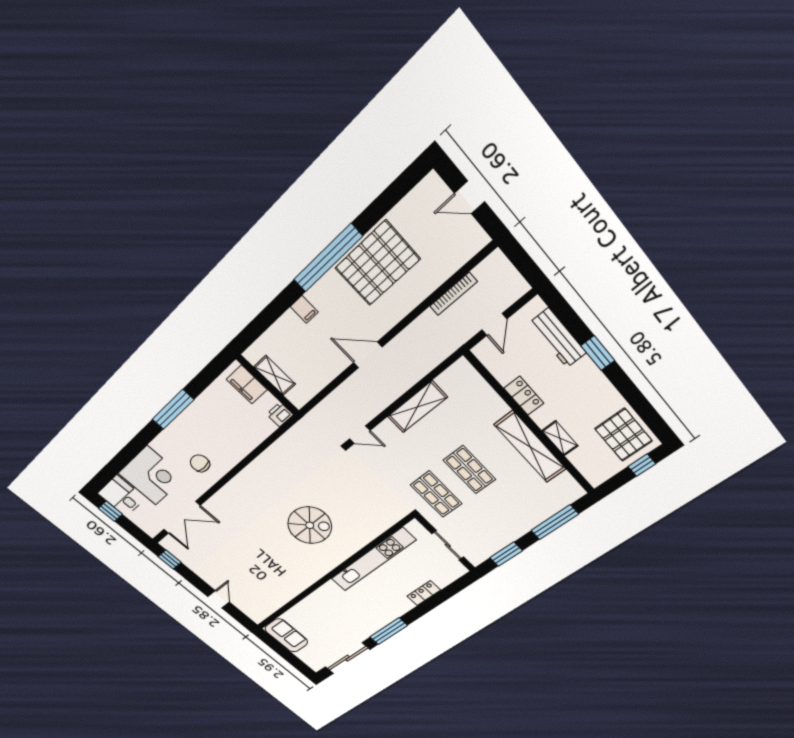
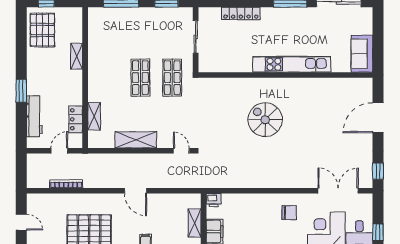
locker: (524, 396) -> (76, 119), moved
shelving: (530, 447) -> (94, 116), moved, width x0.45, depth x0.75
chair: (200, 463) -> (289, 213), turned -90
kitchen unit: (373, 560) -> (292, 64), moved
locker: (424, 593) -> (241, 13), width x1.53
door: (219, 599) -> (378, 118), width x1.87

